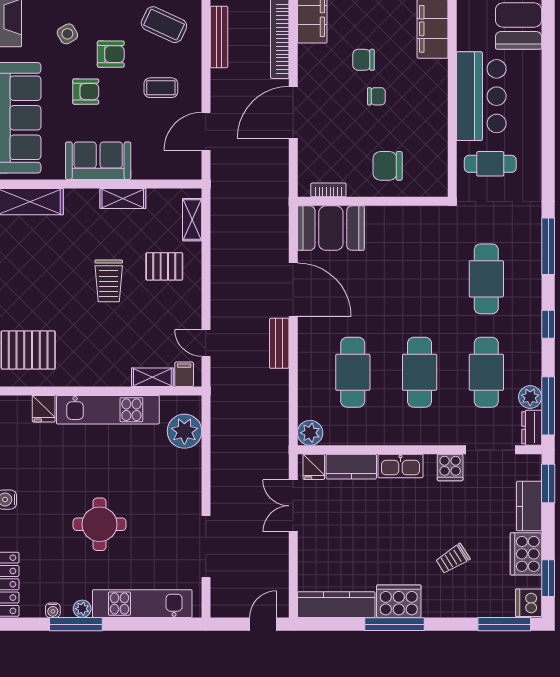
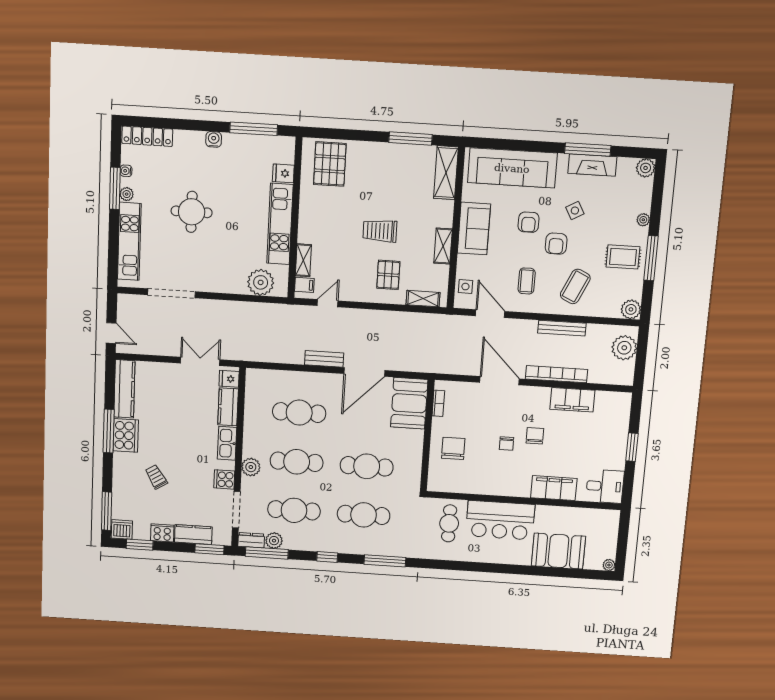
side table: (173, 166) -> (465, 287), added
cafe table: (420, 279) -> (367, 466), added
plant: (310, 433) -> (251, 467), moved
cooker: (526, 554) -> (162, 533), width x0.73, depth x0.76

